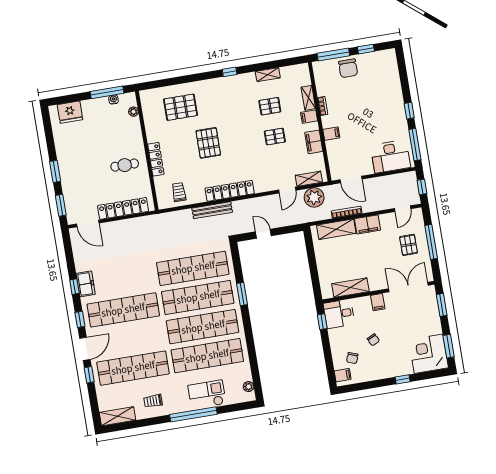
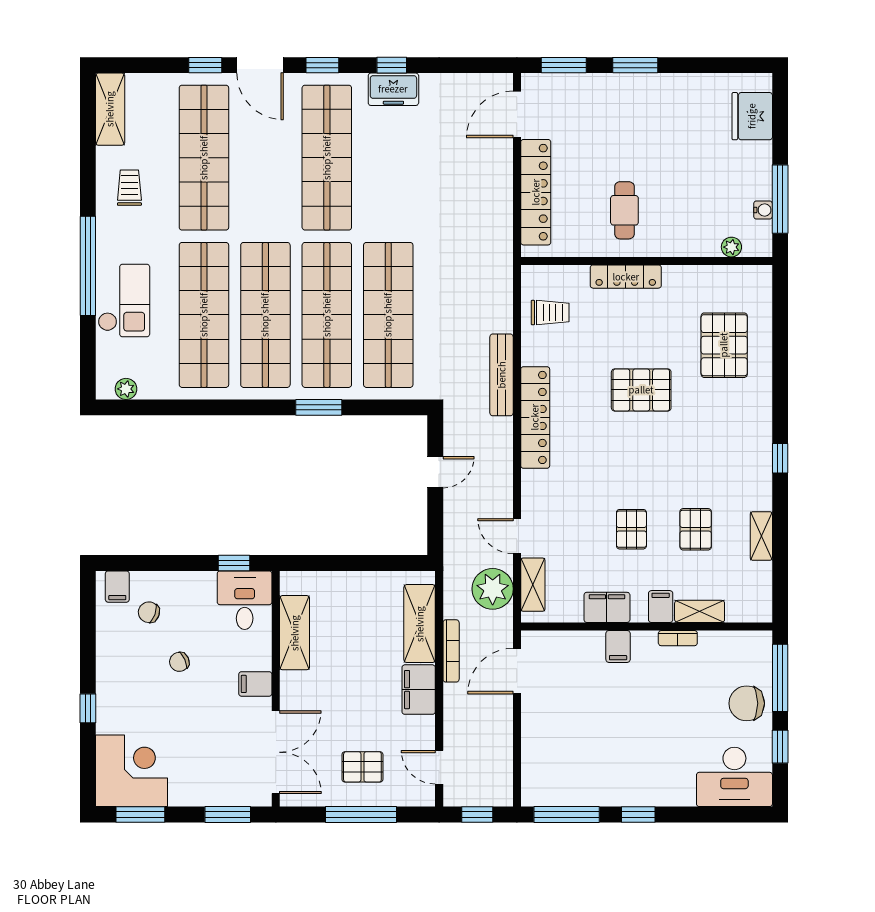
desk: (391, 156) -> (734, 777), moved, turned -90

